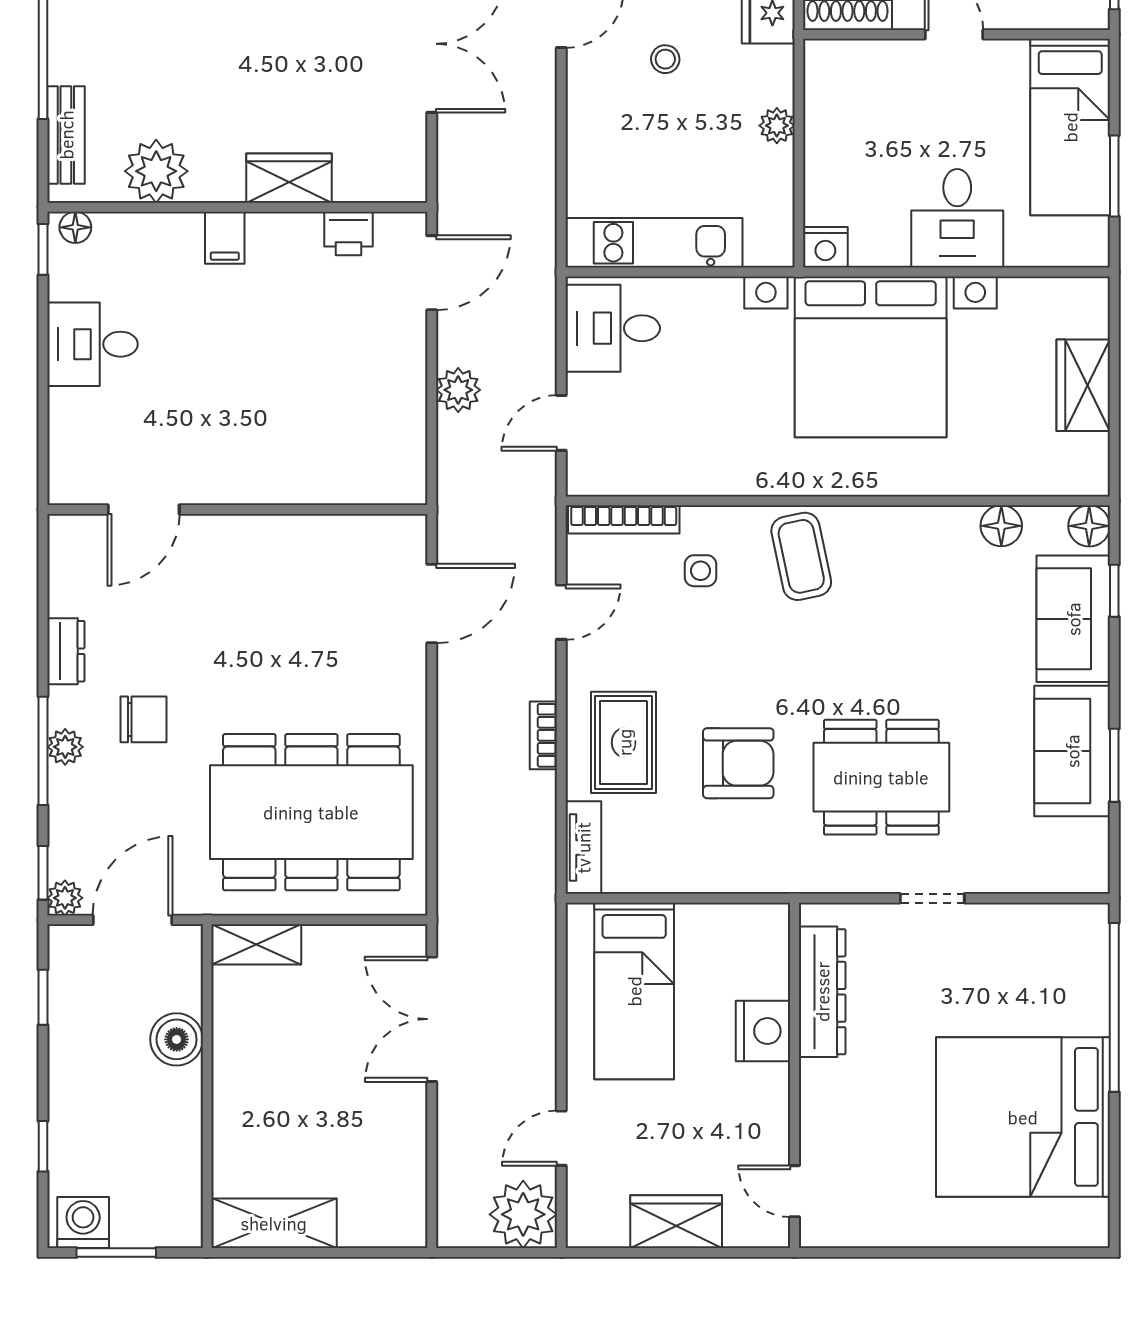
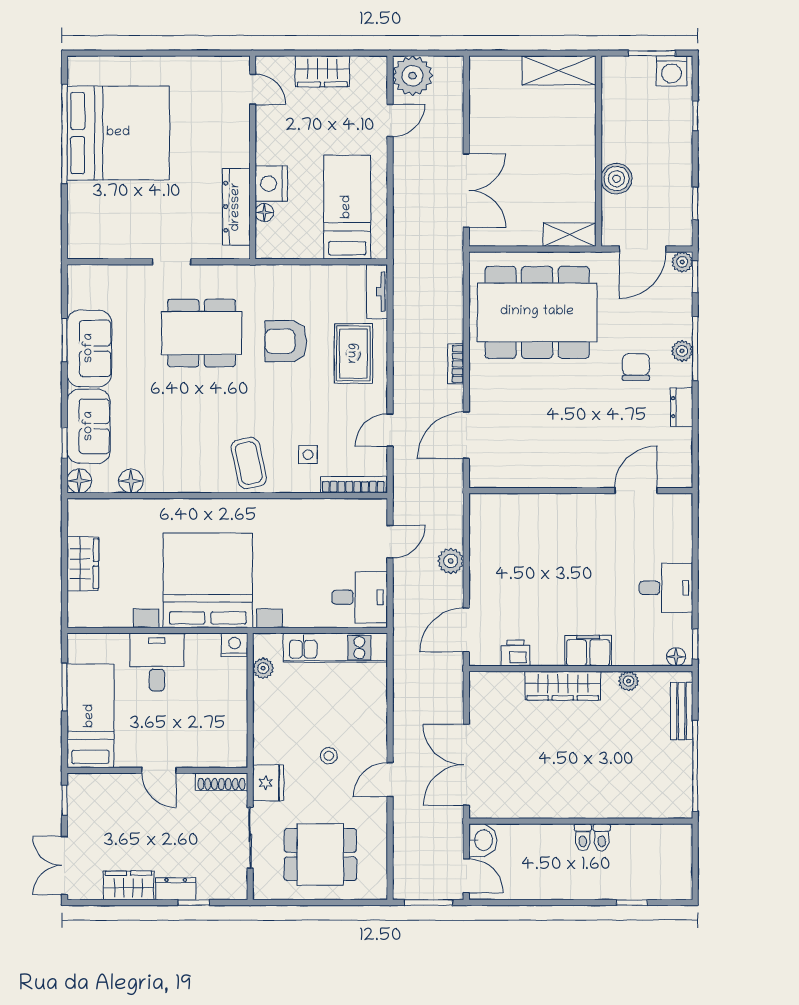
plant: (777, 126) -> (263, 668), moved
plant: (156, 171) -> (628, 681), width x0.53, depth x0.53
wardrobe: (289, 178) -> (563, 686), width x1.50
filing cabinet: (225, 238) -> (588, 651), width x2.00
chair: (143, 719) -> (636, 367), turned 90
bookcase: (543, 735) -> (456, 364), moved, turned 180
floor lamp: (775, 982) -> (264, 213), added
window: (1114, 1007) -> (64, 134), moved

